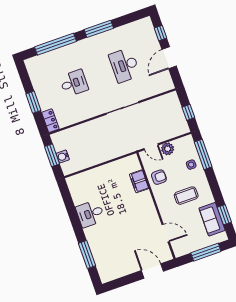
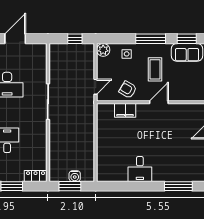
door: (169, 58) -> (15, 39), swing flipped
plant: (168, 149) -> (103, 50), moved
window: (203, 154) -> (151, 39), moved
armchair: (159, 177) -> (128, 90), turned -59
door: (166, 233) -> (159, 102), moved

